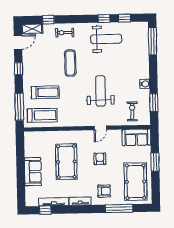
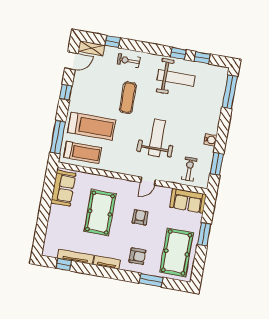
treadmill: (45, 92) -> (92, 126), width x1.37, depth x1.37
sofa: (33, 172) -> (63, 188), moved
window: (119, 208) -> (151, 280), width x0.69

